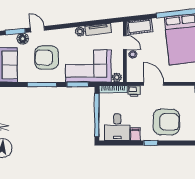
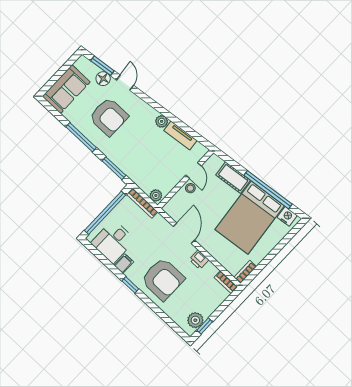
cot: (140, 26) -> (233, 178), moved
armchair: (47, 58) -> (109, 117), turned 180
corner sofa: (88, 66) -> (140, 160), removed
printer: (134, 91) -> (199, 260), moved

